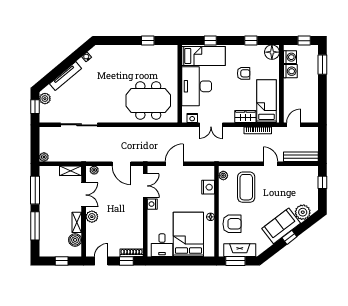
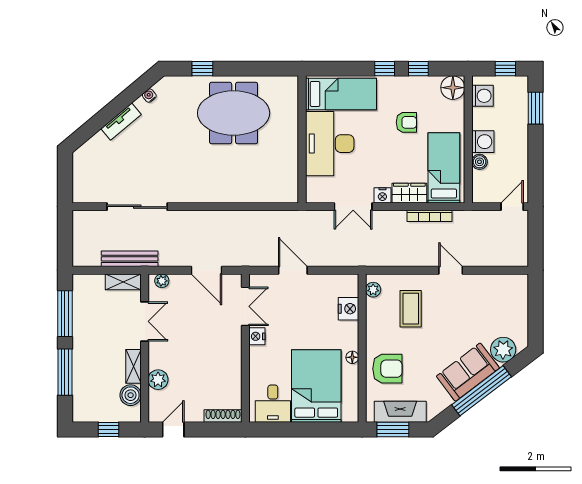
window: (148, 41) -> (202, 69), moved
window: (210, 41) -> (385, 69), moved
washing machine: (290, 71) -> (483, 142), moved
tv unit: (65, 76) -> (121, 122), width x0.71
boiler: (288, 97) -> (479, 162), added
plant: (45, 99) -> (81, 164), removed
meeting table: (148, 101) -> (234, 113), moved
window: (35, 107) -> (65, 177), removed
nightstand: (192, 118) -> (382, 195), moved
door: (294, 125) -> (512, 207), moved
plant: (44, 157) -> (79, 259), removed
bench: (301, 157) -> (130, 259), moved
door: (174, 164) -> (293, 270), hinge flipped
window: (322, 182) -> (535, 301), removed
coffee table: (246, 187) -> (411, 309), width x0.73, depth x0.76
plant: (92, 217) -> (158, 380), moved
window: (289, 237) -> (481, 391), width x3.17
window: (126, 261) -> (214, 429), removed

